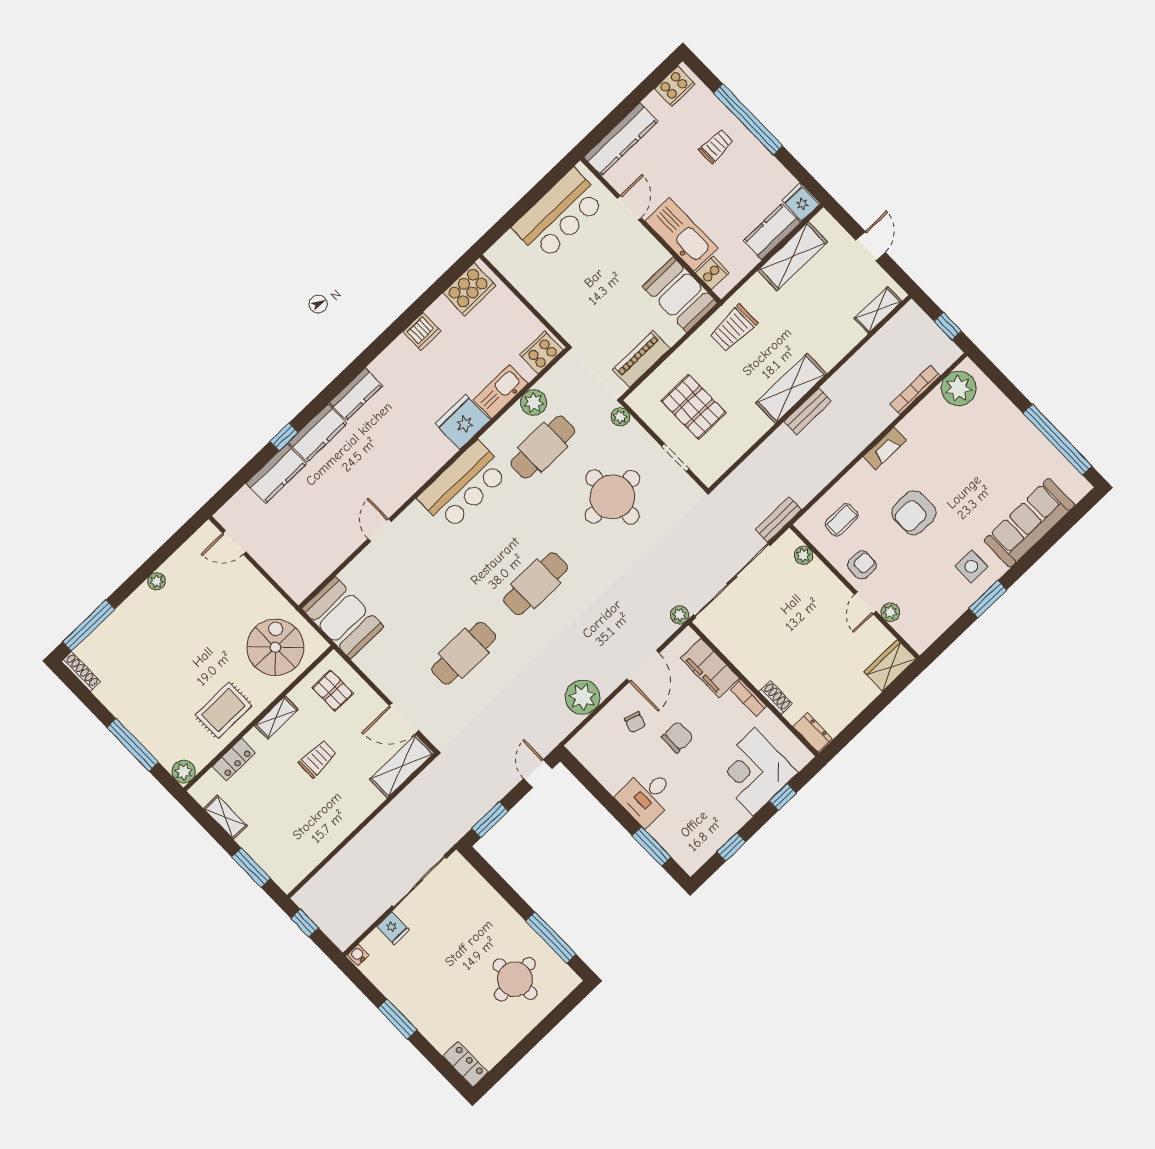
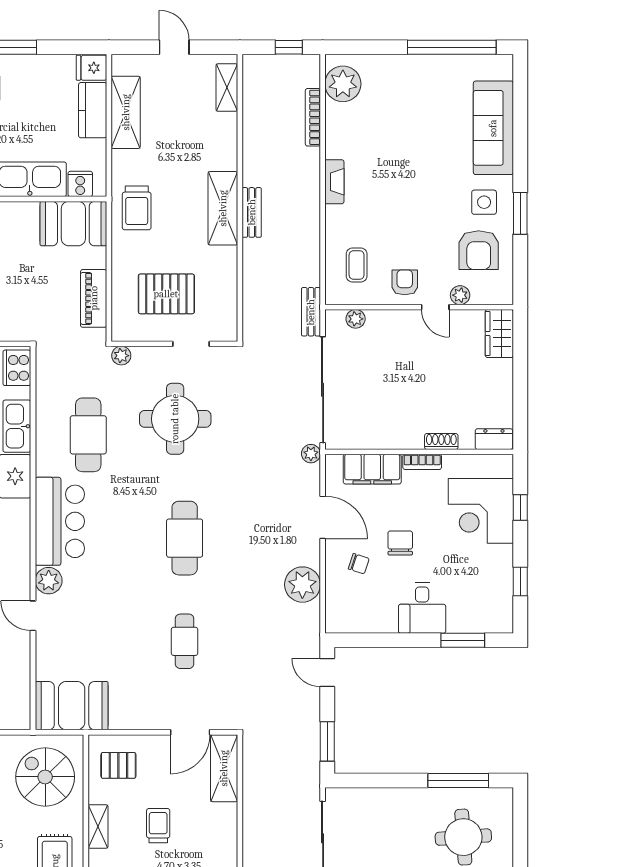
plant: (534, 403) -> (49, 581), moved
armchair: (914, 513) -> (479, 250), moved
cafe table: (464, 653) -> (185, 641), width x0.73, depth x0.74

